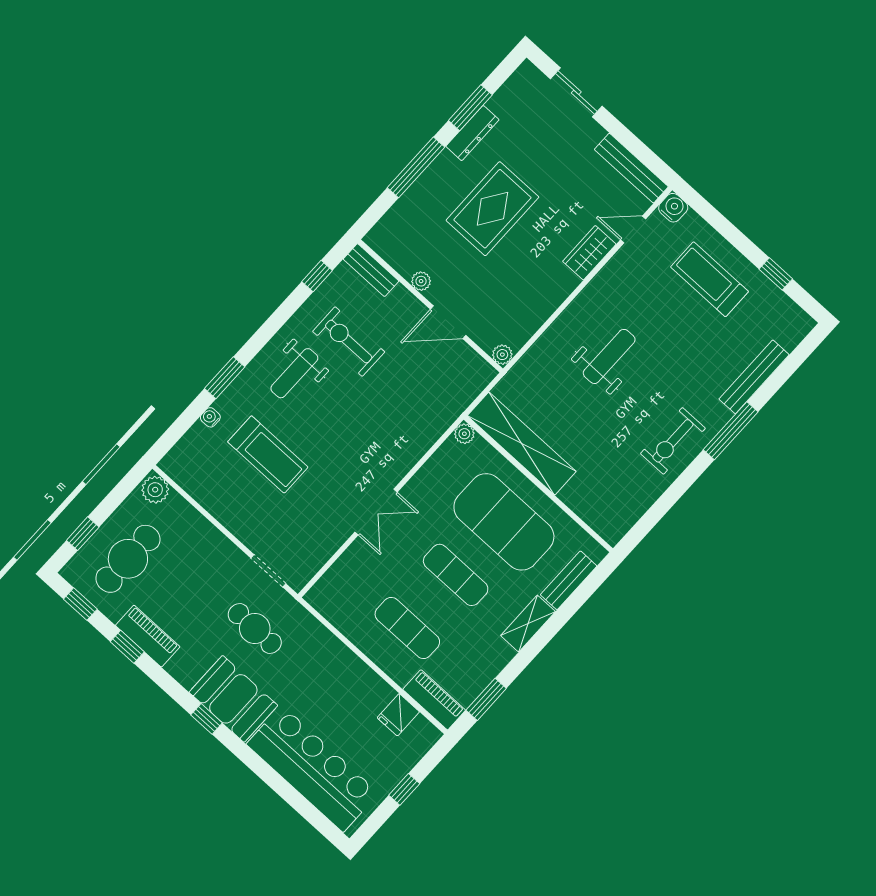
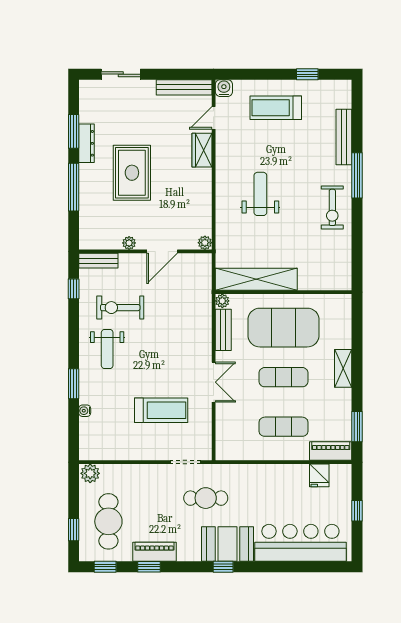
treadmill: (268, 454) -> (161, 410), moved
bench: (569, 580) -> (223, 330), moved

